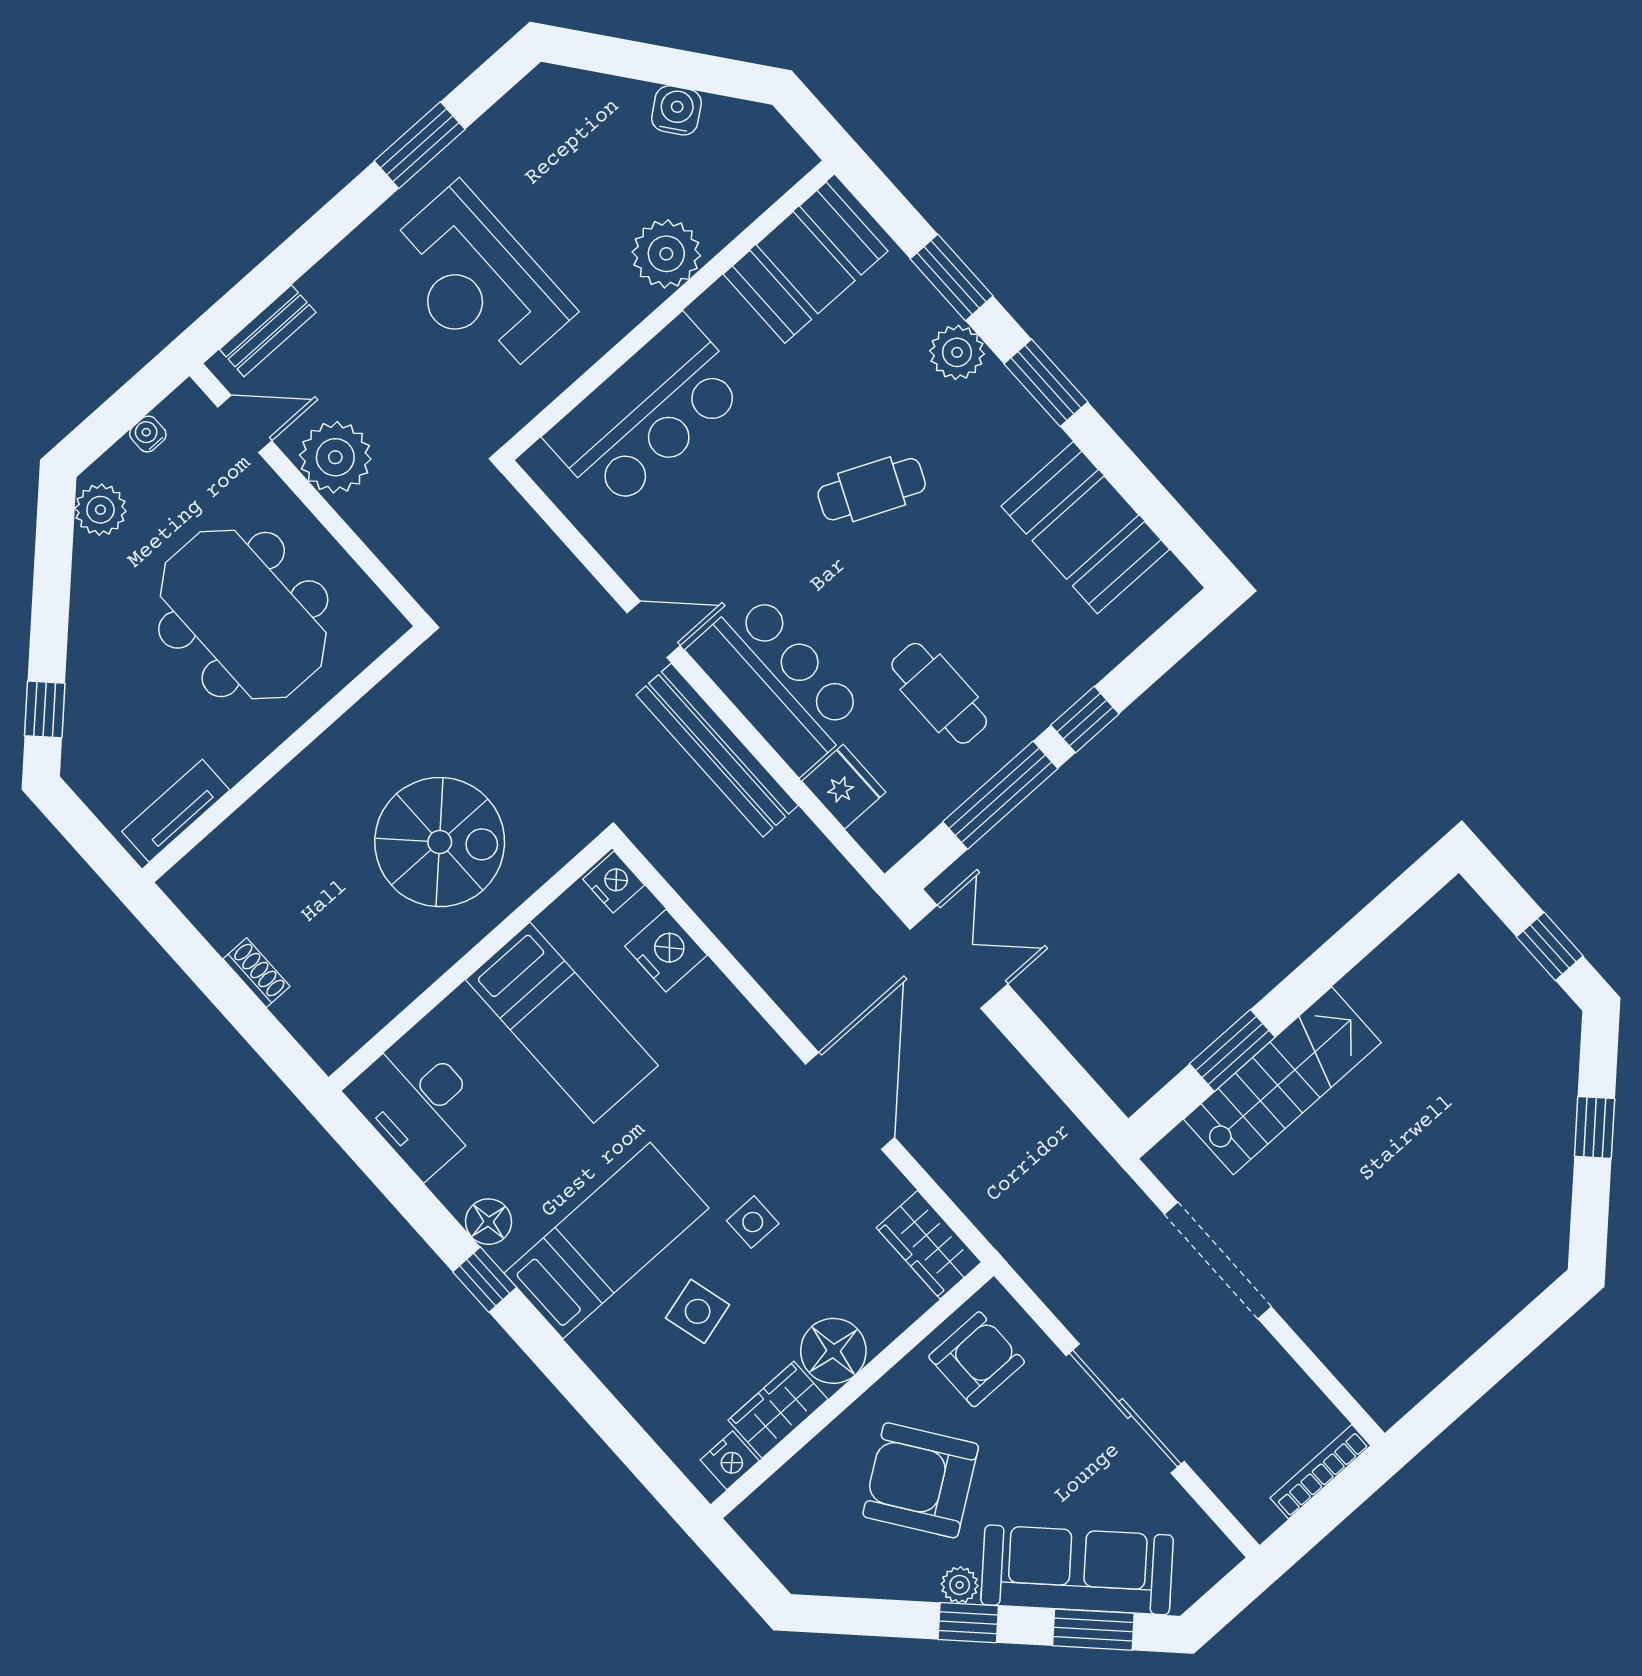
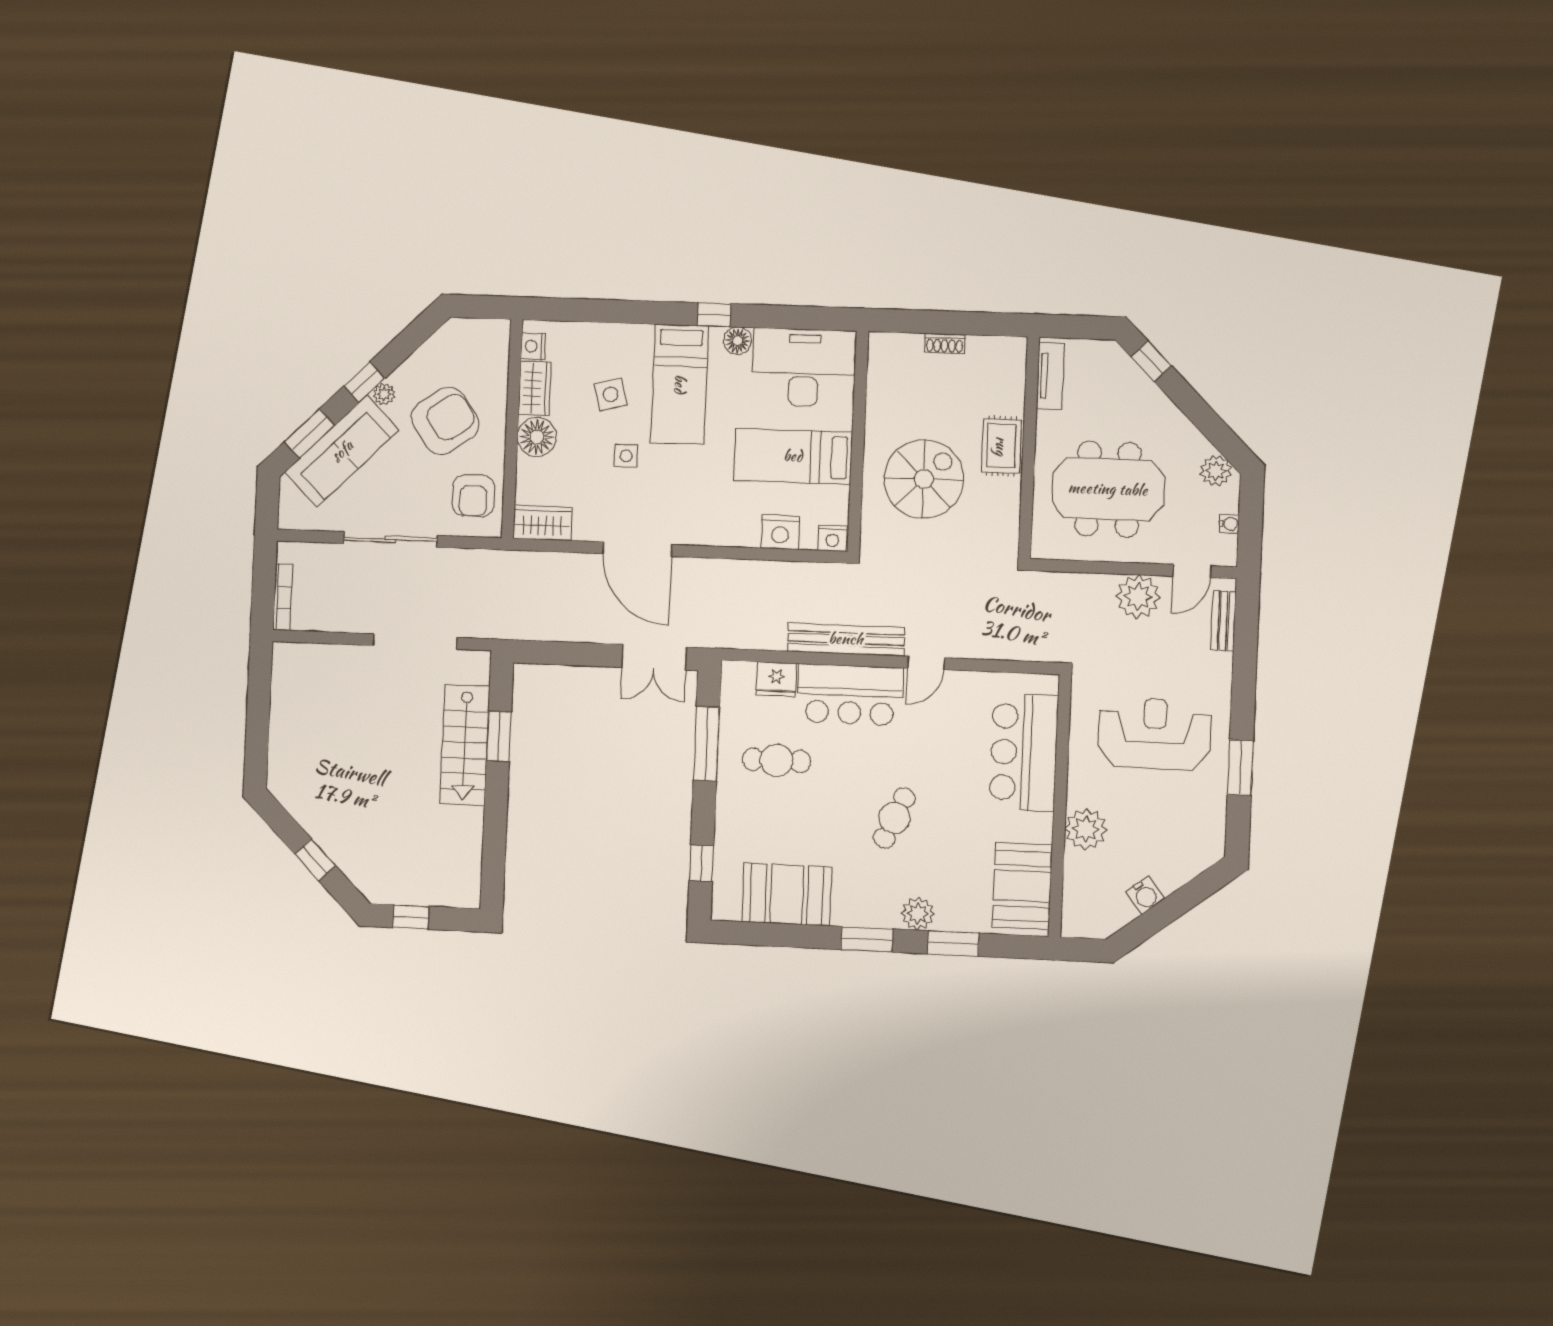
window: (1085, 720) -> (701, 863), moved
rug: (313, 789) -> (1001, 446), added
spiral stairs: (440, 842) -> (924, 479), turned 180
desk: (419, 1105) -> (804, 368), width x1.36, depth x1.30

